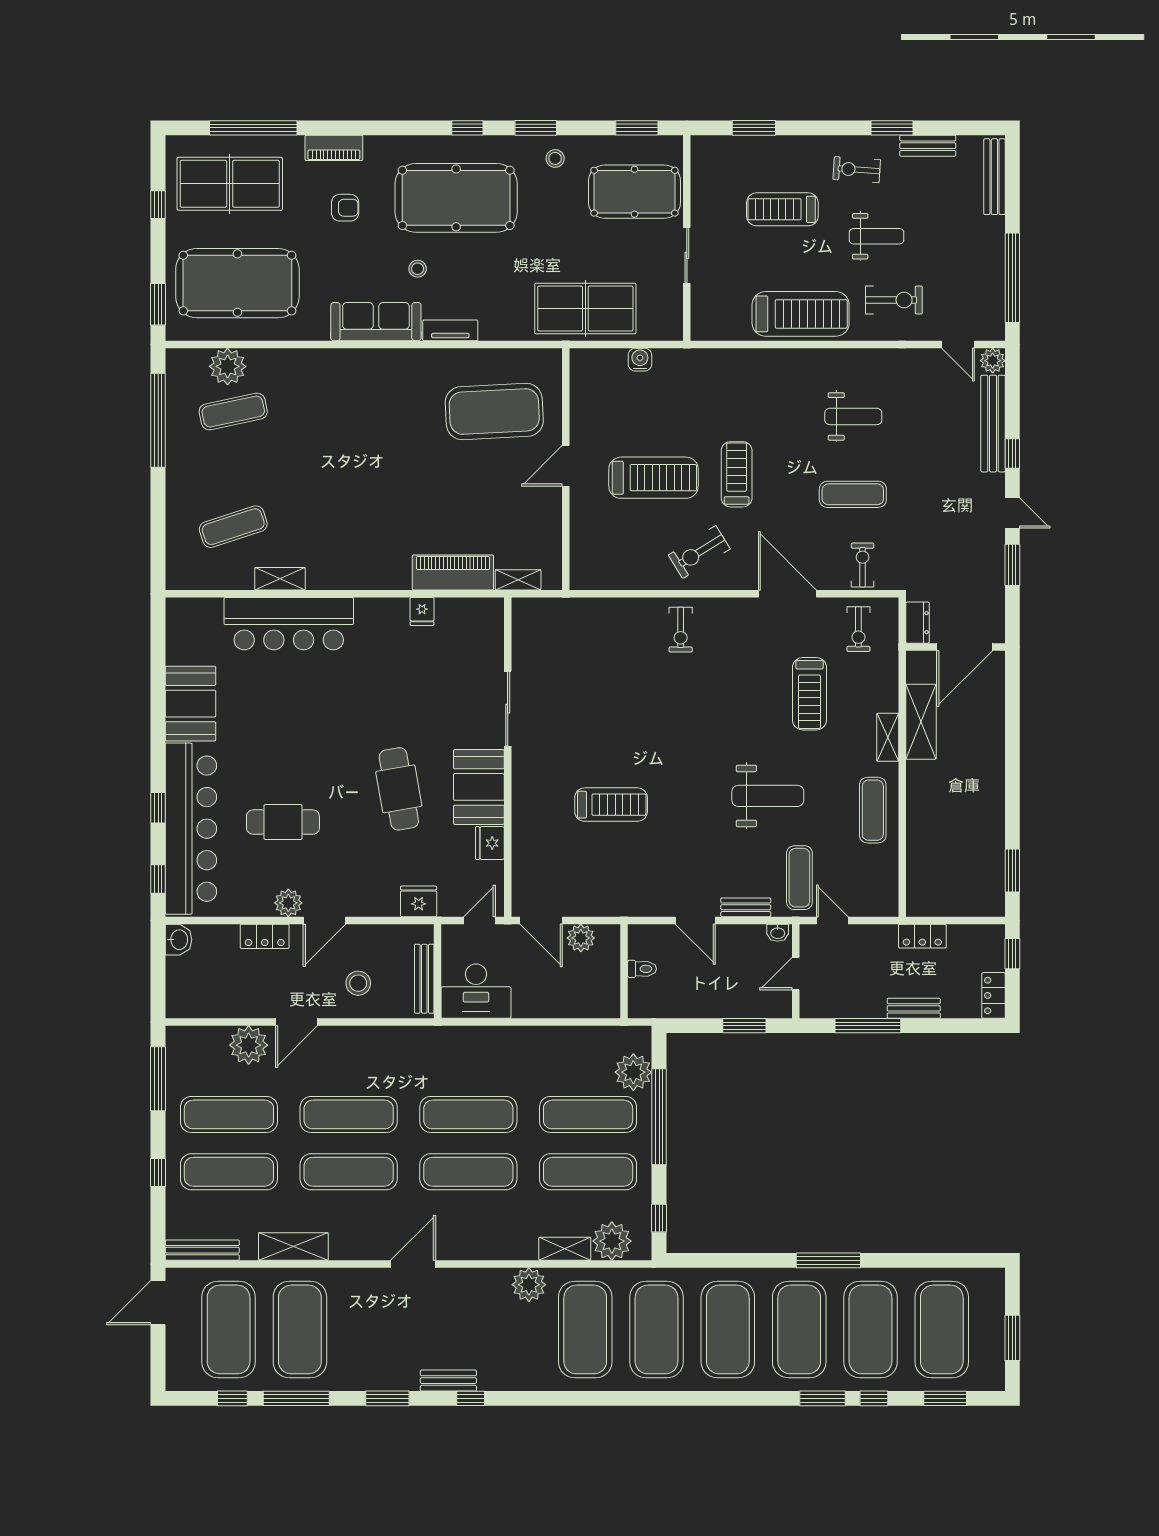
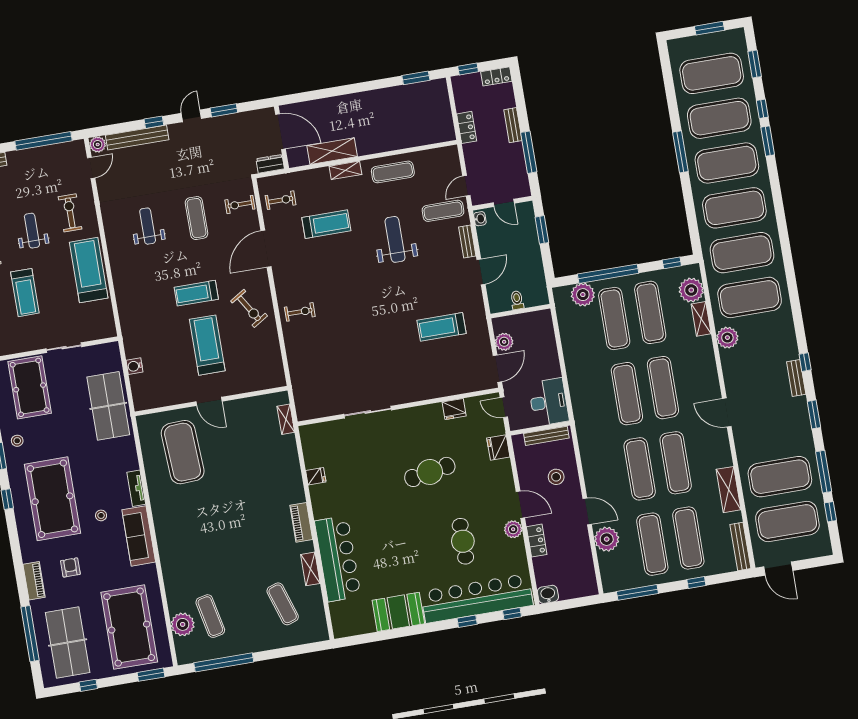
piano: (453, 572) -> (301, 522), moved, width x0.73, depth x0.75
booth: (479, 787) -> (420, 422), removed
treadmill: (611, 805) -> (442, 327), moved, turned -90

